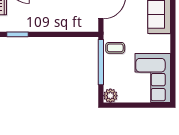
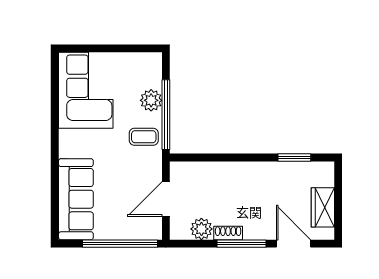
plant: (110, 96) -> (151, 100), moved

